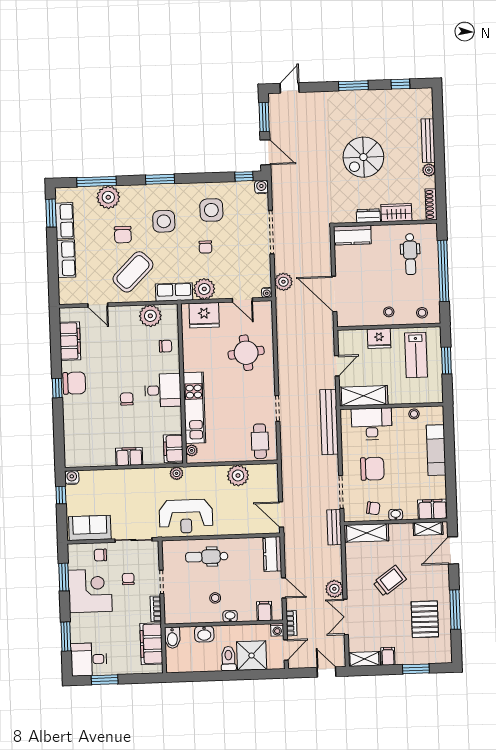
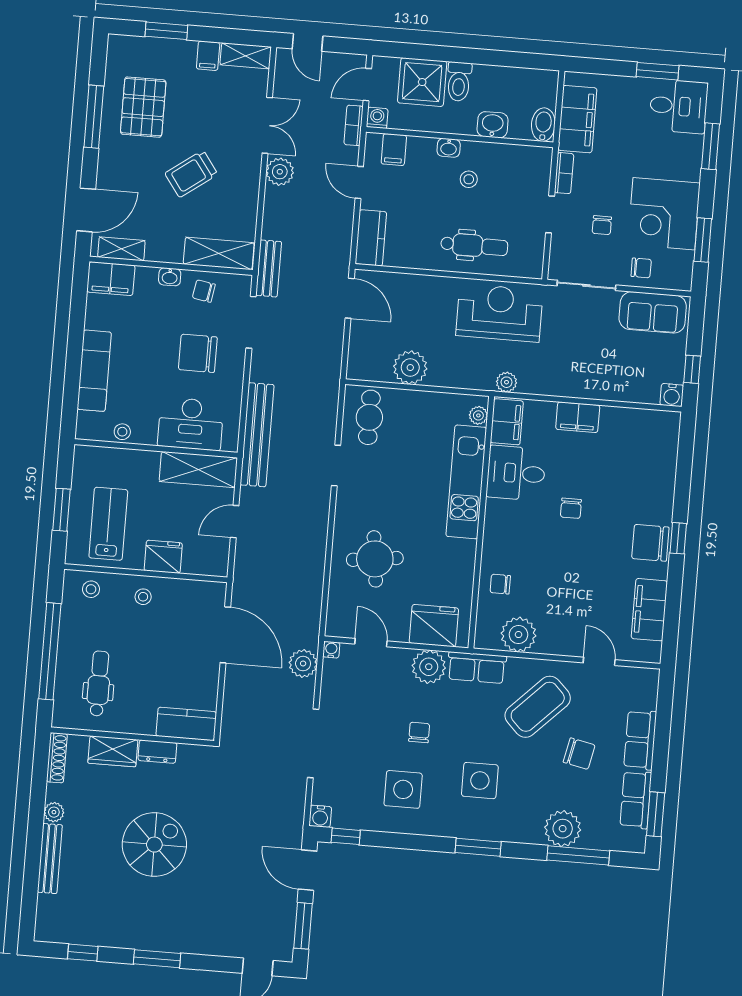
chair: (123, 235) -> (579, 754), moved, turned 102
desk: (163, 390) -> (516, 473), moved

